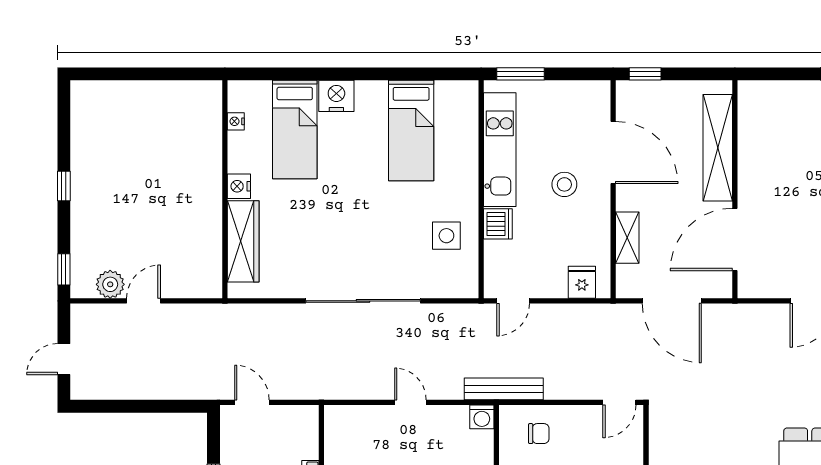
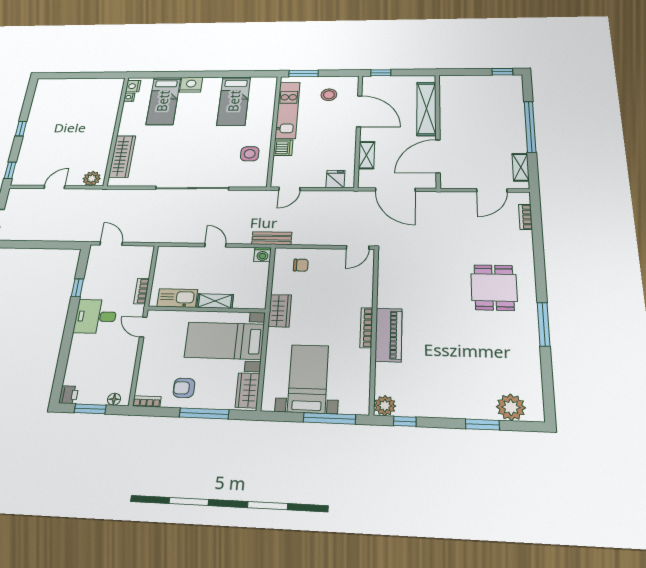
stool: (564, 184) -> (329, 95), moved
nightstand: (239, 186) -> (133, 86), moved
plant: (110, 284) -> (92, 179), moved
bench: (504, 389) -> (272, 238), width x0.73

